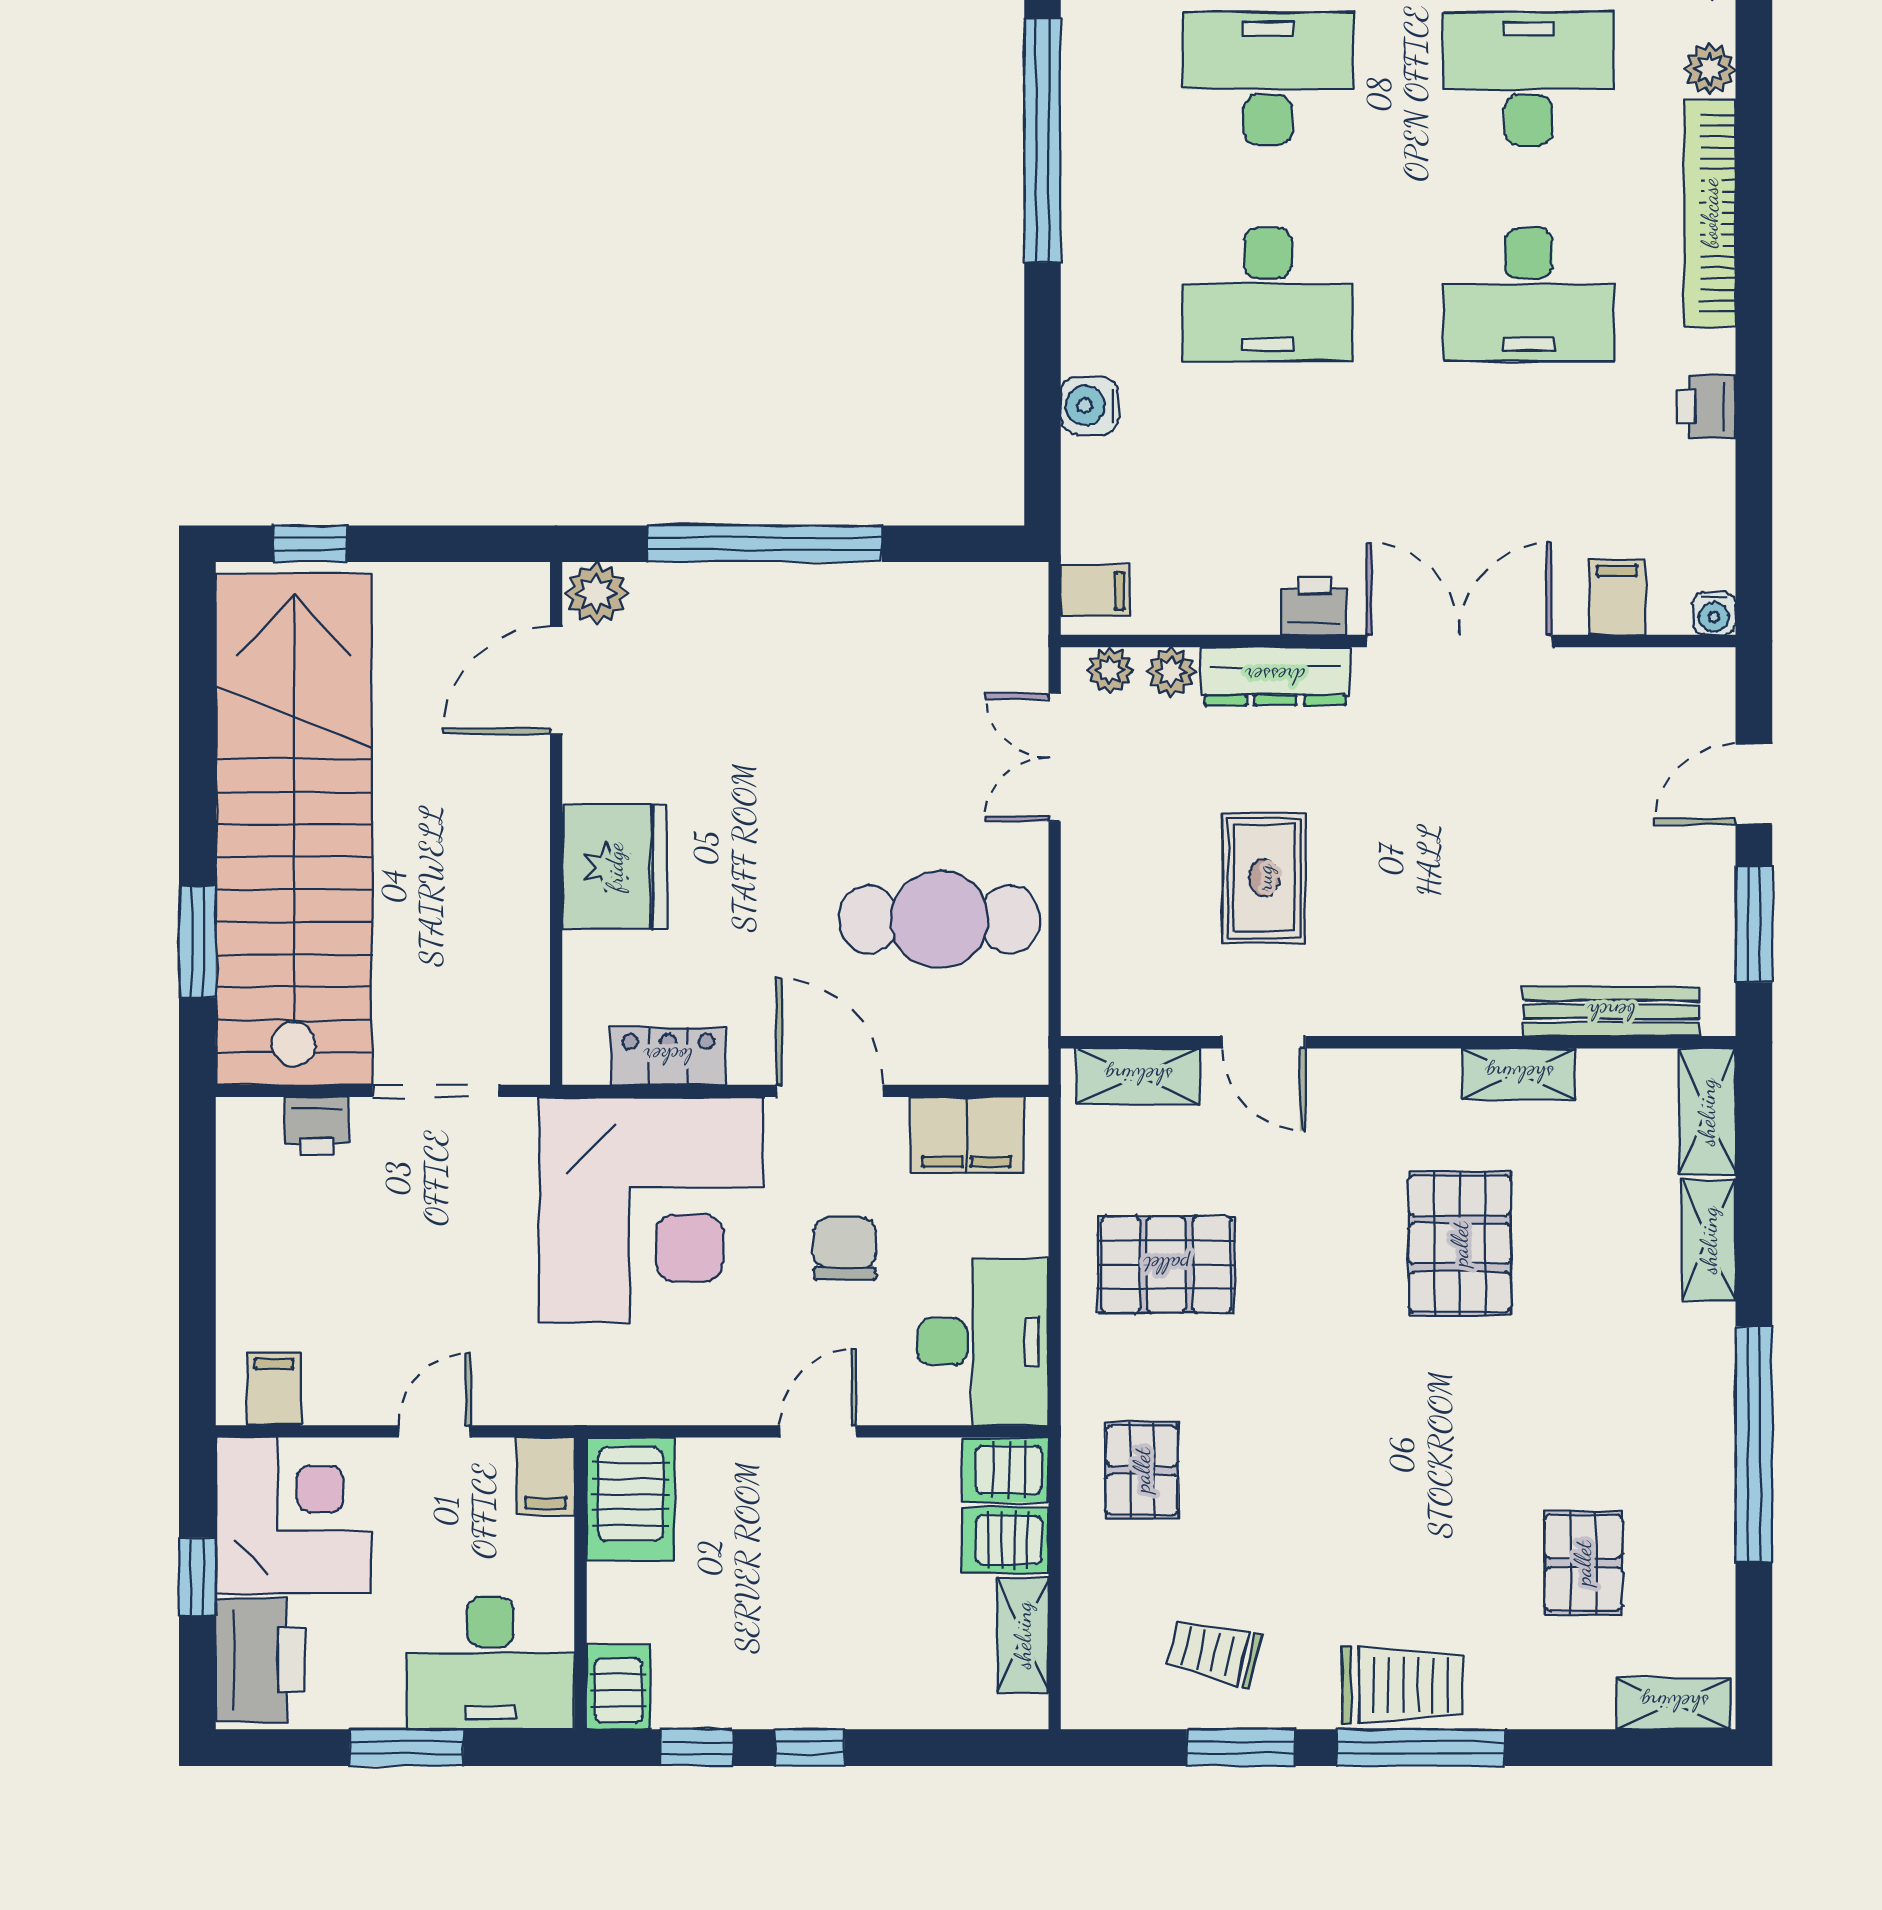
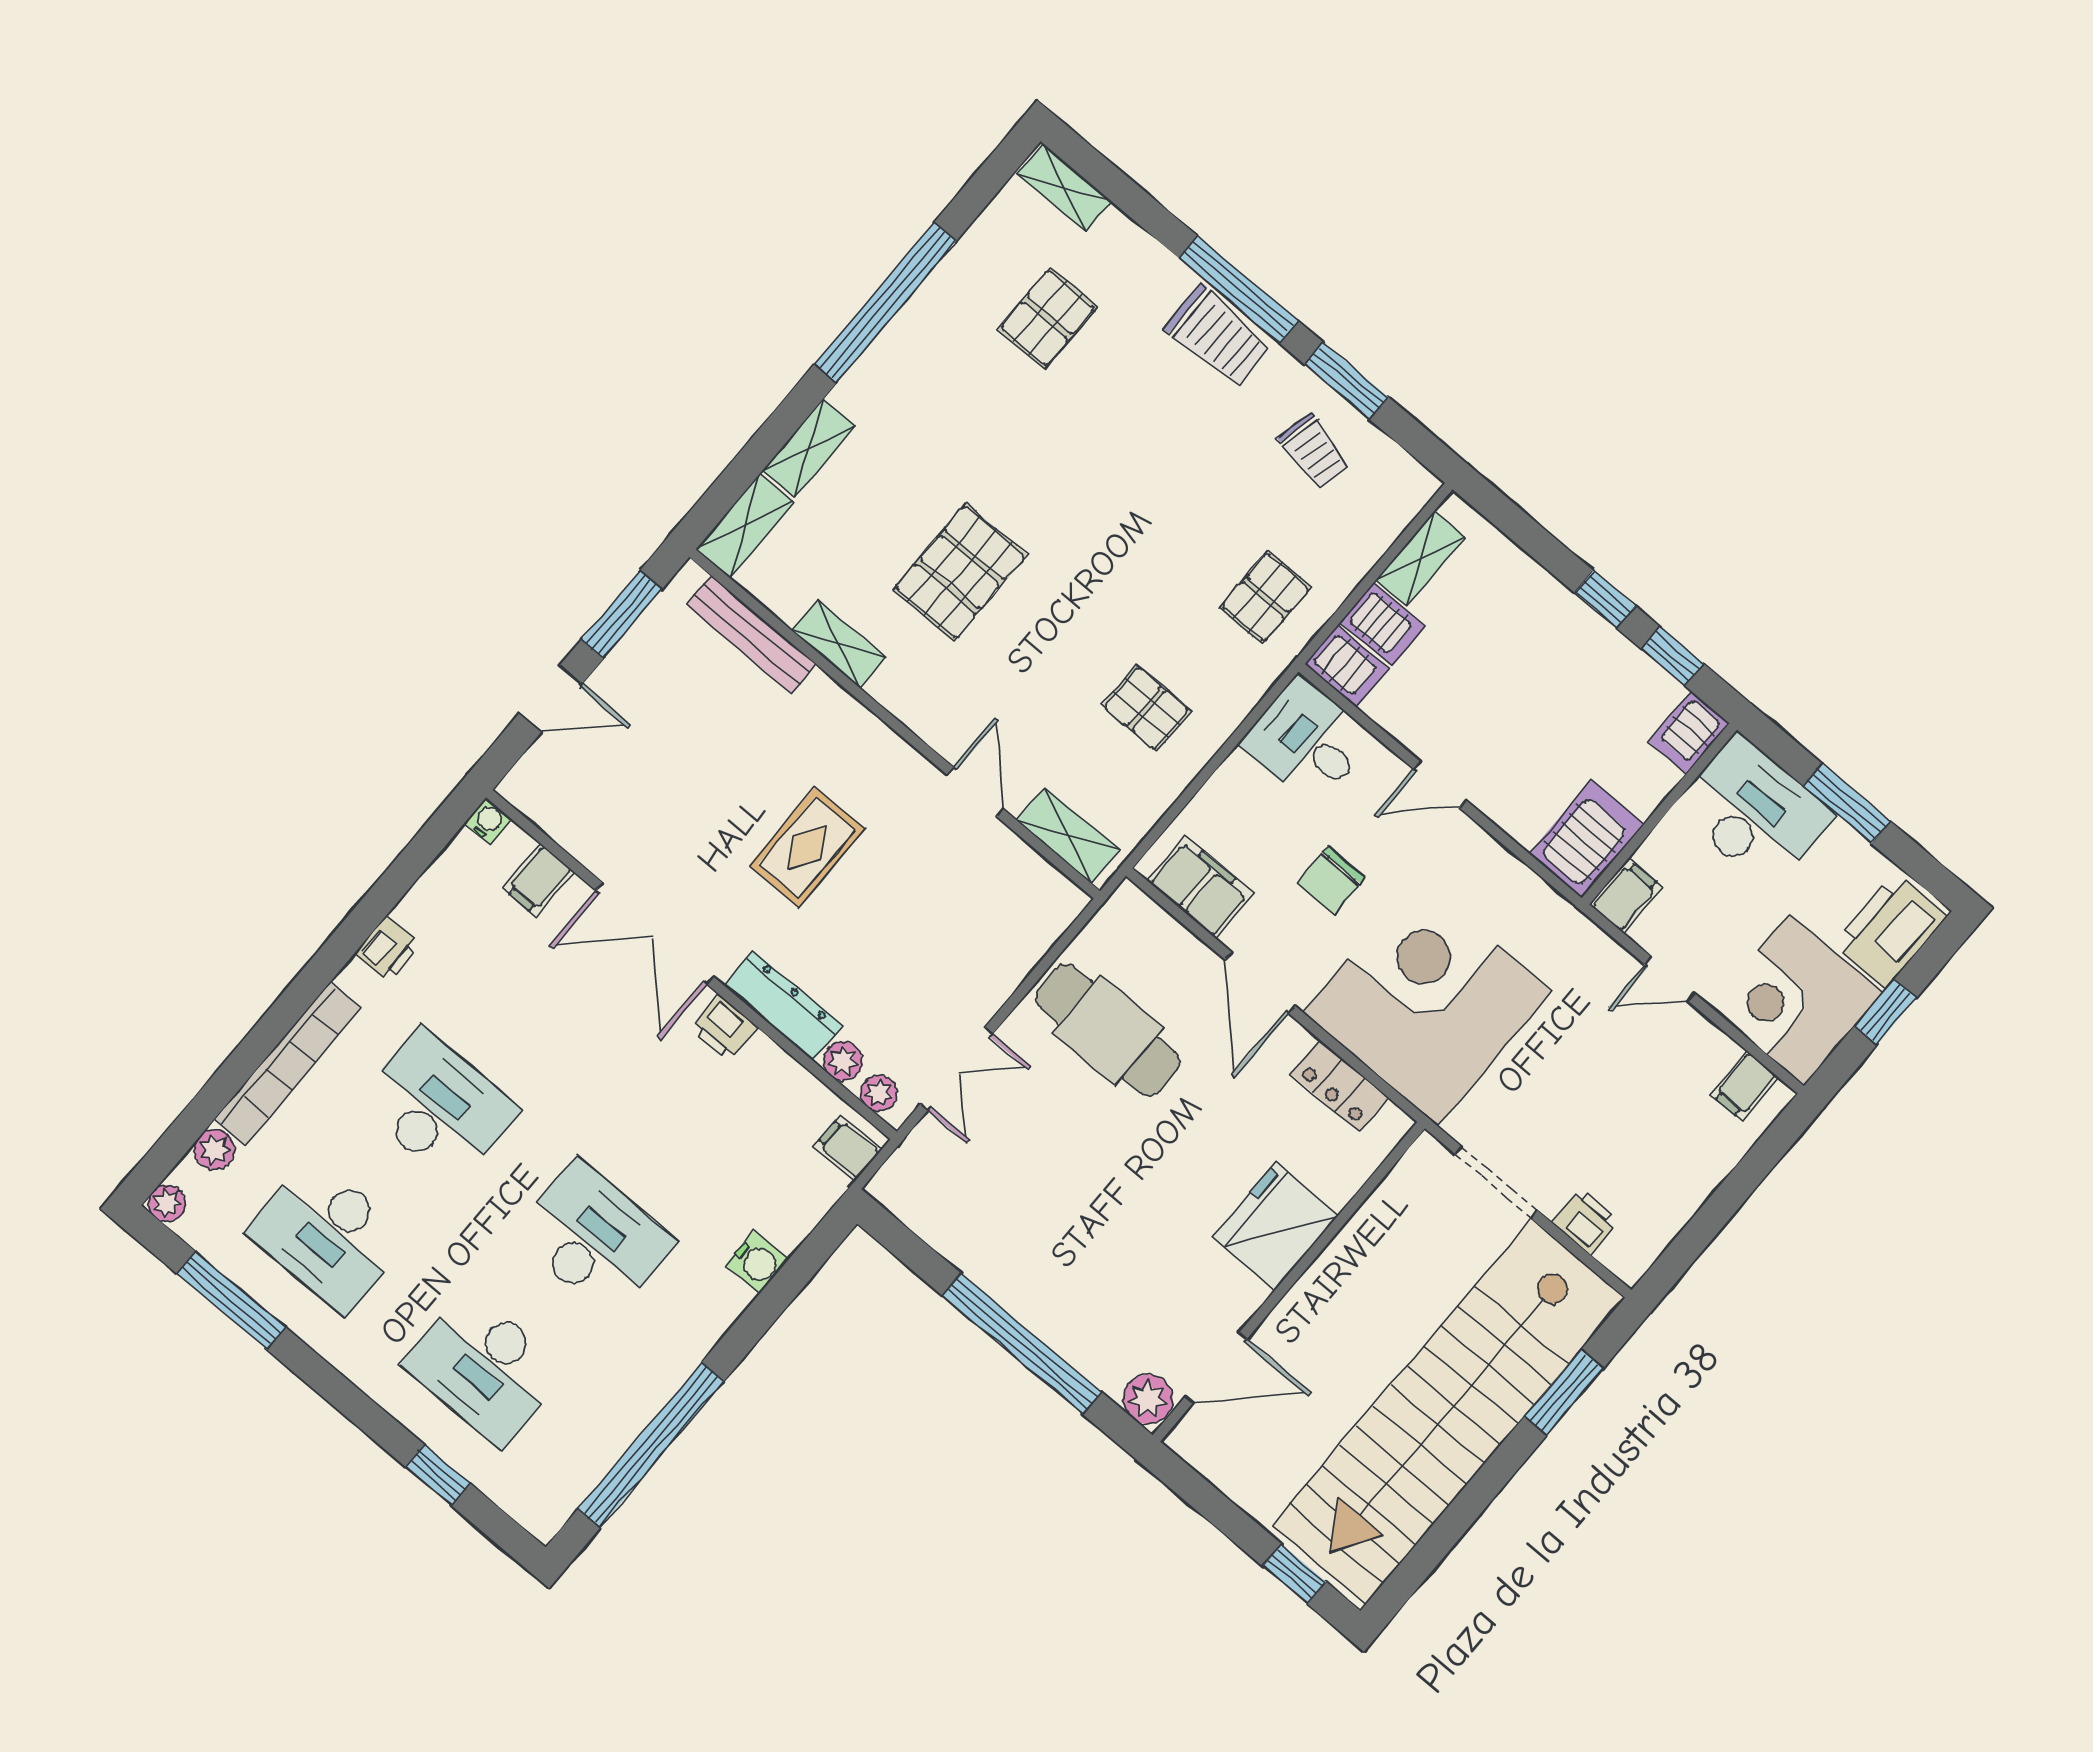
rug: (1264, 878) -> (807, 847), moved
pallet: (1166, 1265) -> (1147, 708), width x0.67, depth x0.71
desk: (983, 1342) -> (1307, 741), width x0.73
trolley: (1402, 1685) -> (1218, 336), turned 180

